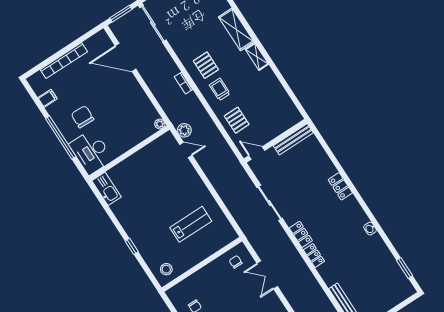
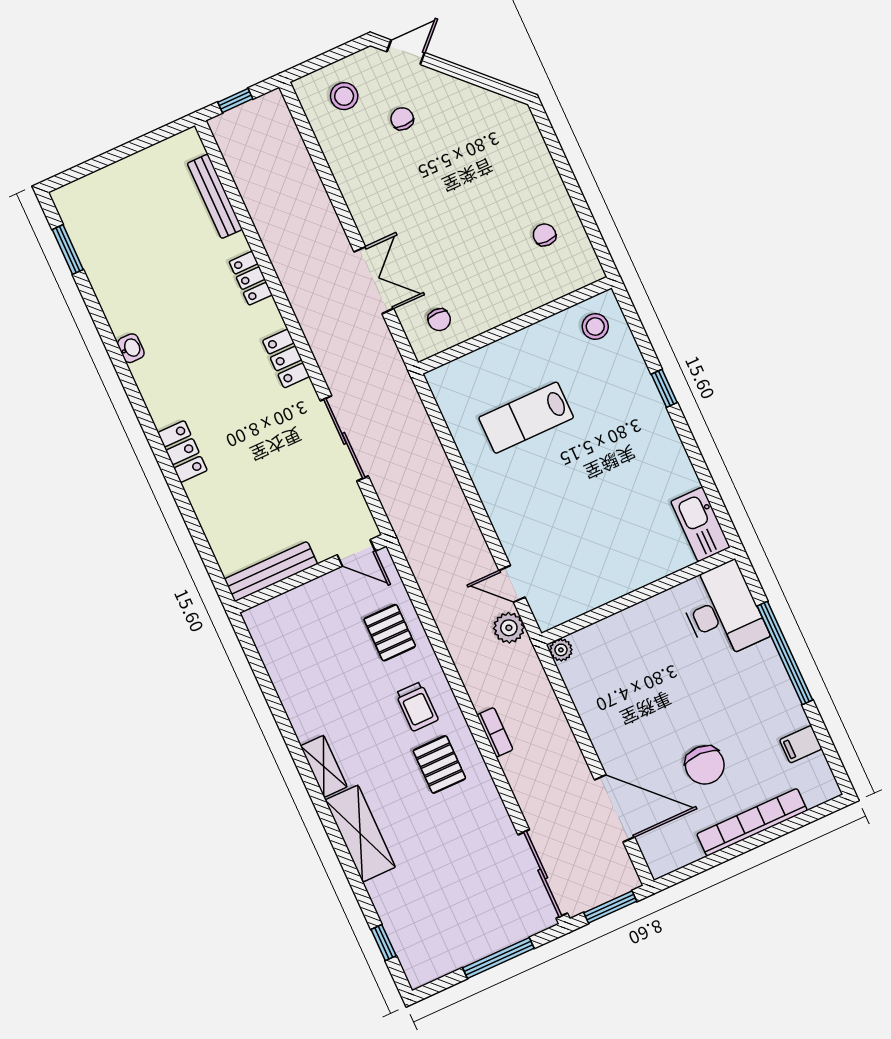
chair: (82, 117) -> (705, 765), moved
locker: (314, 256) -> (251, 278), moved

